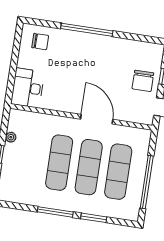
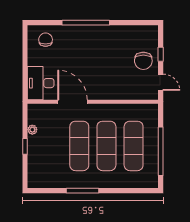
chair: (40, 42) -> (46, 40), turned -90
door: (97, 119) -> (72, 102), moved
window: (94, 218) -> (118, 191), removed

